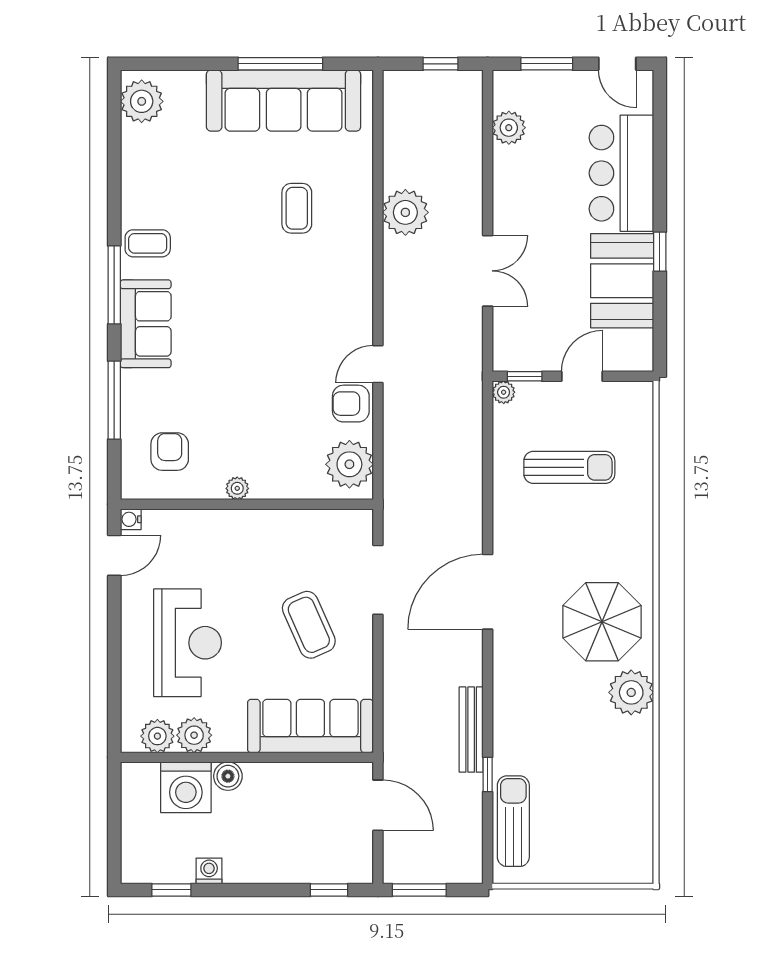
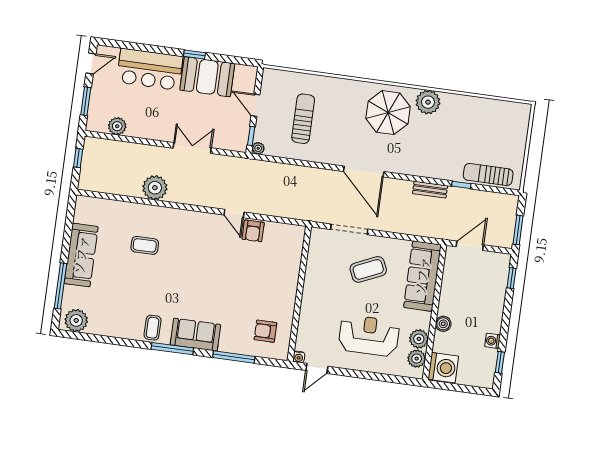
window: (280, 64) -> (61, 286), moved
sofa: (284, 101) -> (81, 255), width x0.74, depth x0.79
plant: (349, 464) -> (285, 236), removed
plant: (237, 488) -> (290, 298), removed
door: (114, 555) -> (317, 368), swing flipped
bench: (471, 730) -> (430, 190), width x0.73
washing machine: (186, 787) -> (443, 368), moved

